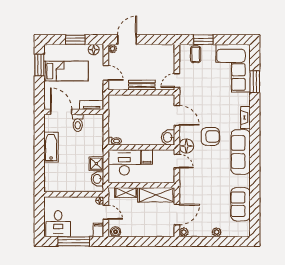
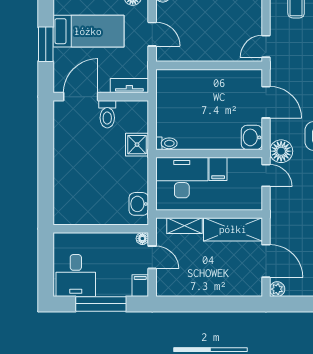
window: (39, 65) -> (46, 44), moved
bench: (142, 85) -> (210, 54), removed
door: (61, 112) -> (81, 97), hinge flipped
bathtub: (51, 147) -> (64, 153), removed
shower: (96, 164) -> (137, 145), moved
door: (177, 214) -> (266, 261), hinge flipped
boiler: (116, 232) -> (168, 289), removed

